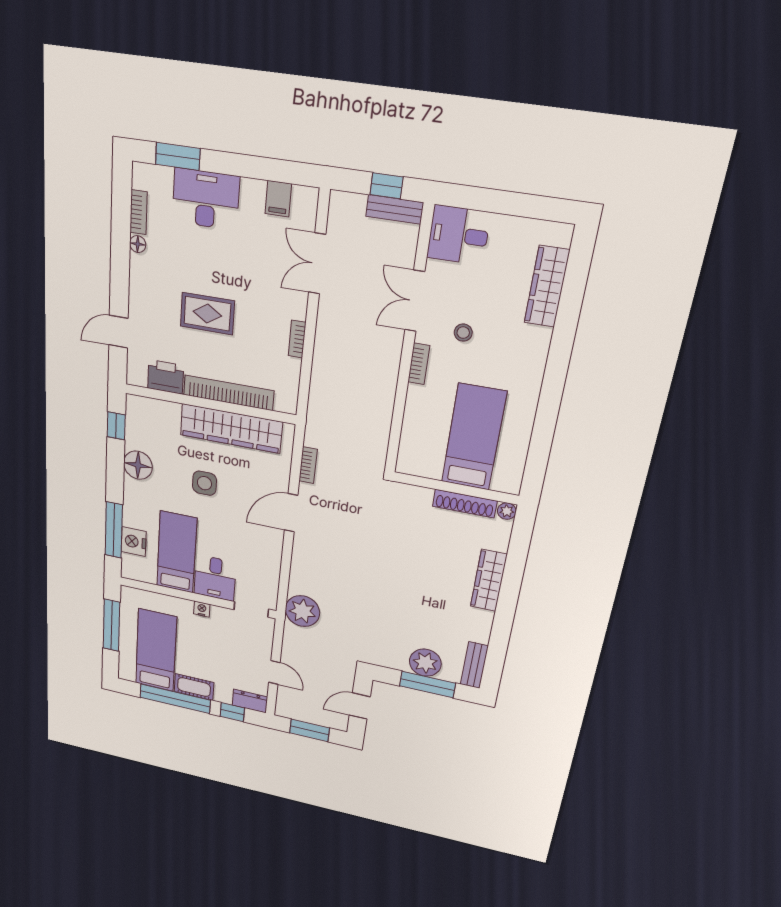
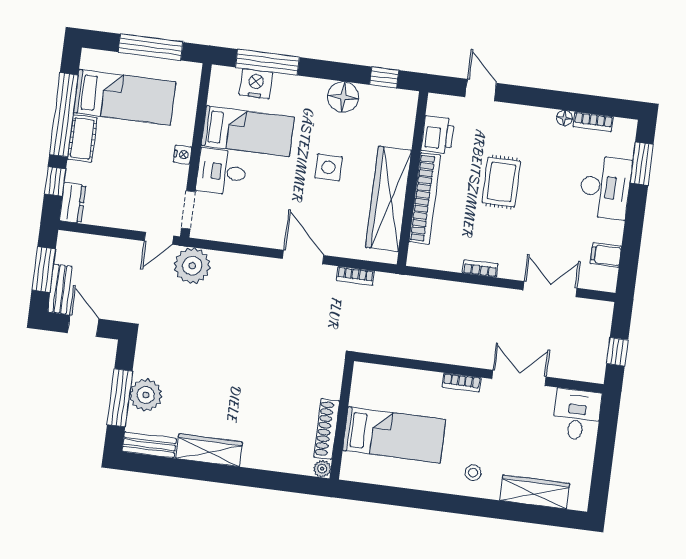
bench: (395, 209) -> (60, 289), moved
stool: (463, 333) -> (473, 473), moved
wardrobe: (489, 580) -> (209, 450), moved
door: (274, 672) -> (159, 238), moved

